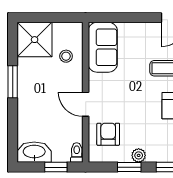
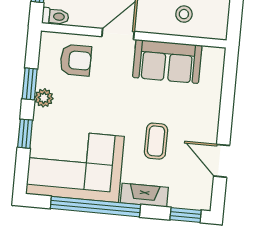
sofa: (103, 47) -> (167, 61), moved

